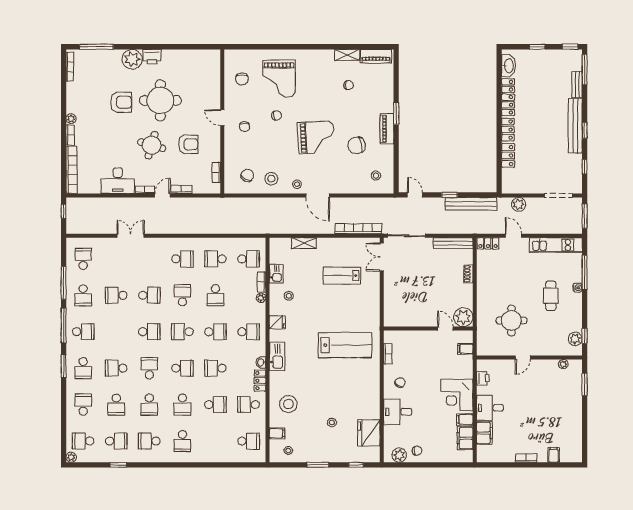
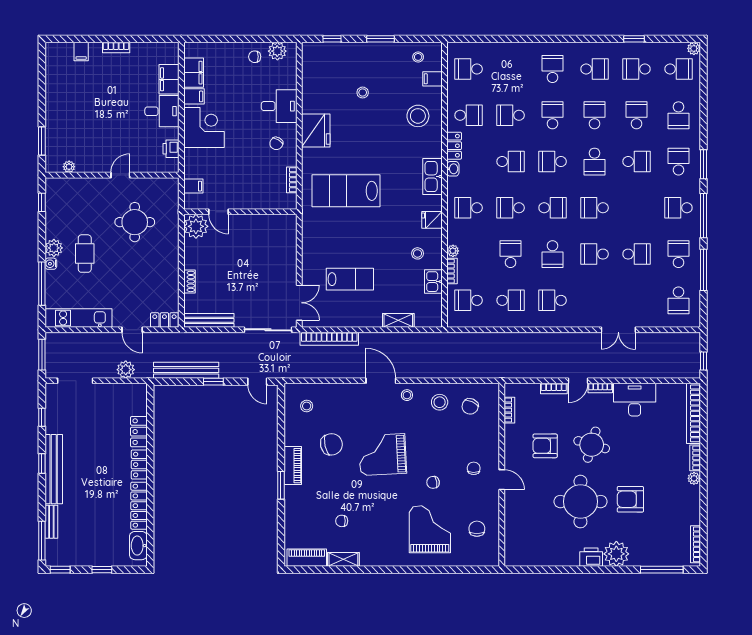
plant: (575, 339) -> (54, 248), moved
fridge: (369, 433) -> (316, 130), moved

